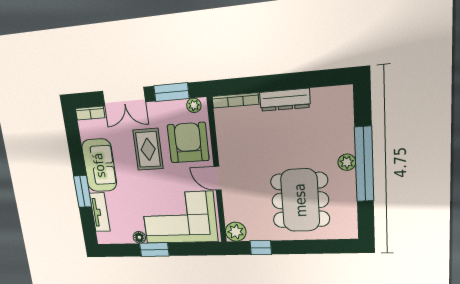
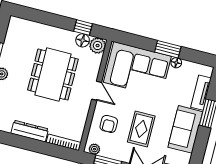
armchair: (188, 143) -> (109, 124), width x0.53, depth x0.53
dining table: (300, 200) -> (53, 75), moved
floor lamp: (256, 233) -> (83, 40), added

